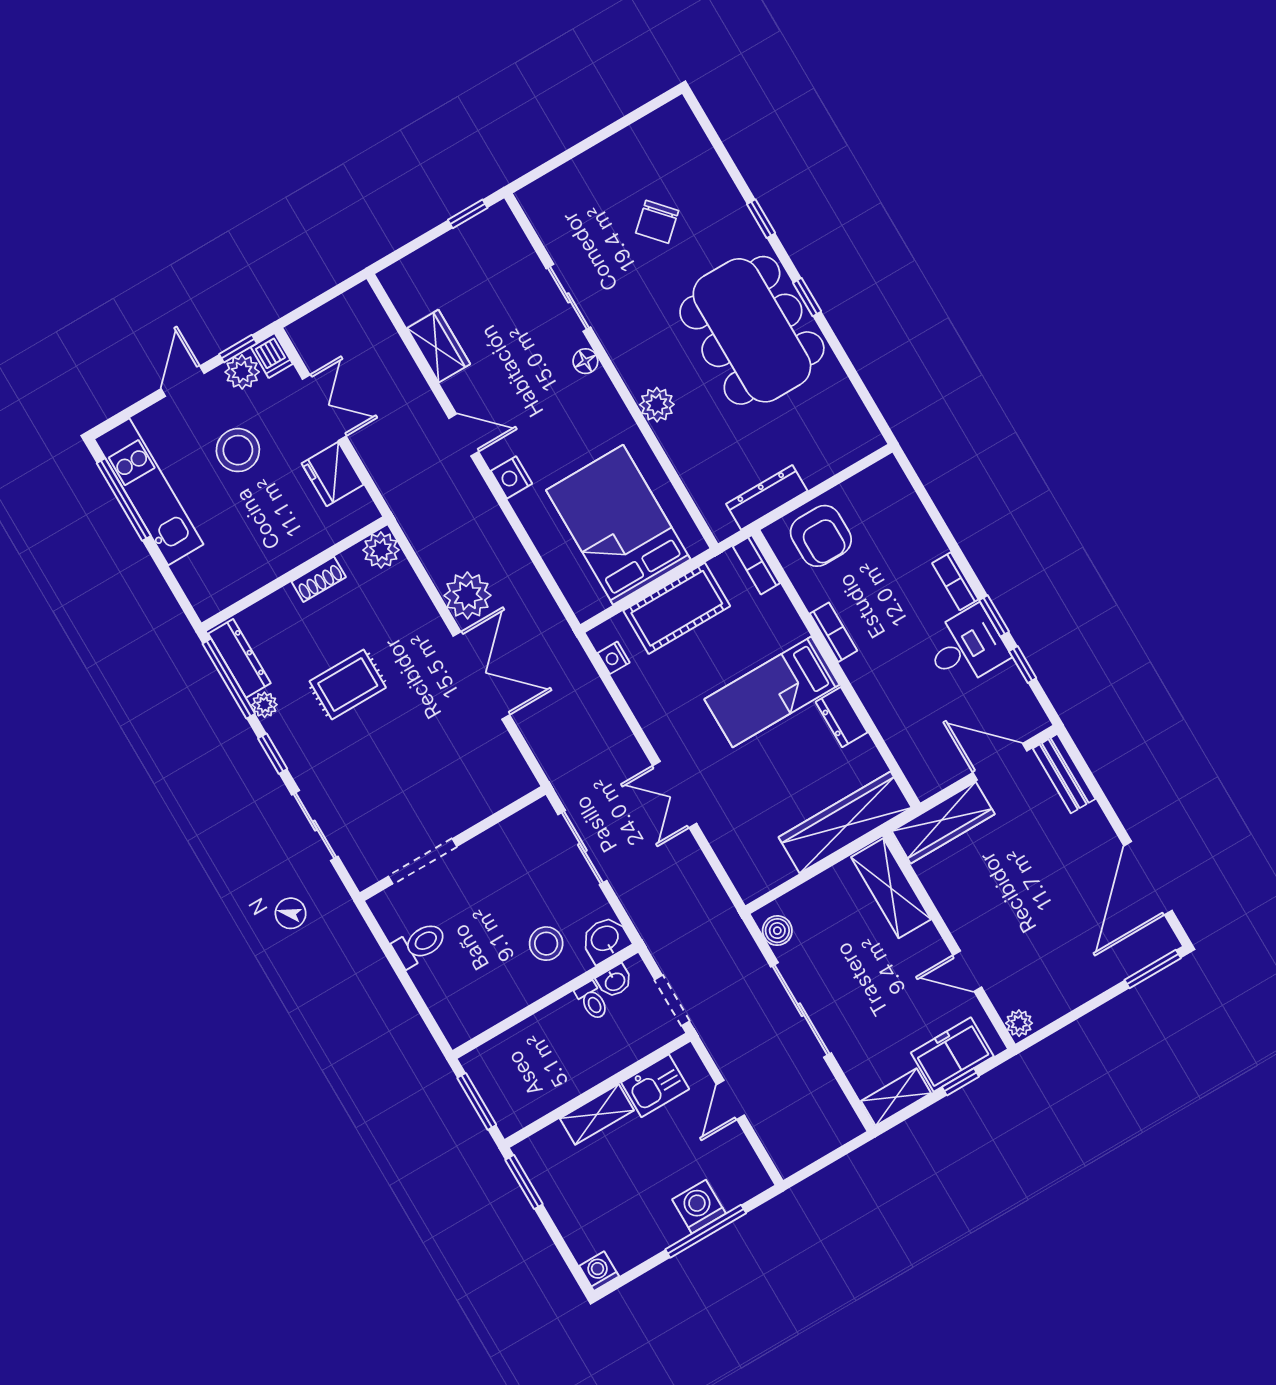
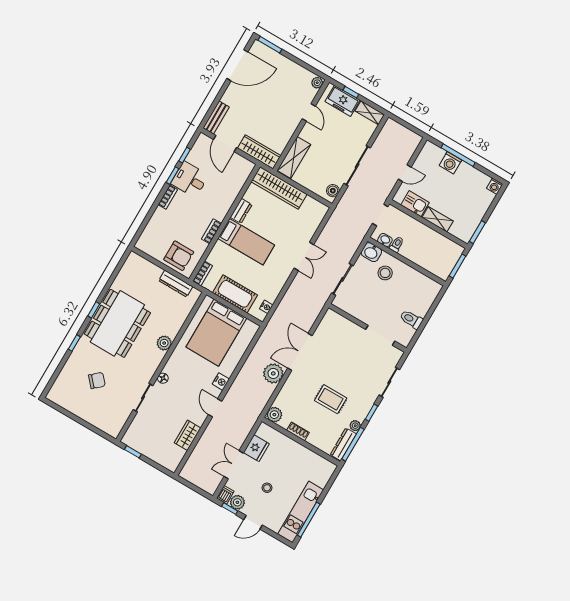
stool: (238, 450) -> (267, 488), width x0.53, depth x0.53
armchair: (821, 536) -> (179, 256), turned 90

